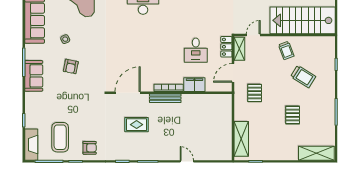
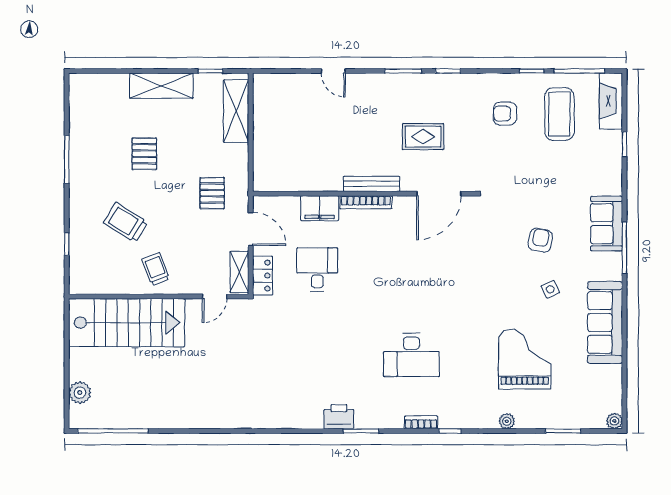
door: (233, 73) -> (251, 229), hinge flipped
armchair: (90, 148) -> (505, 114), moved
shelving: (316, 153) -> (161, 86), moved

